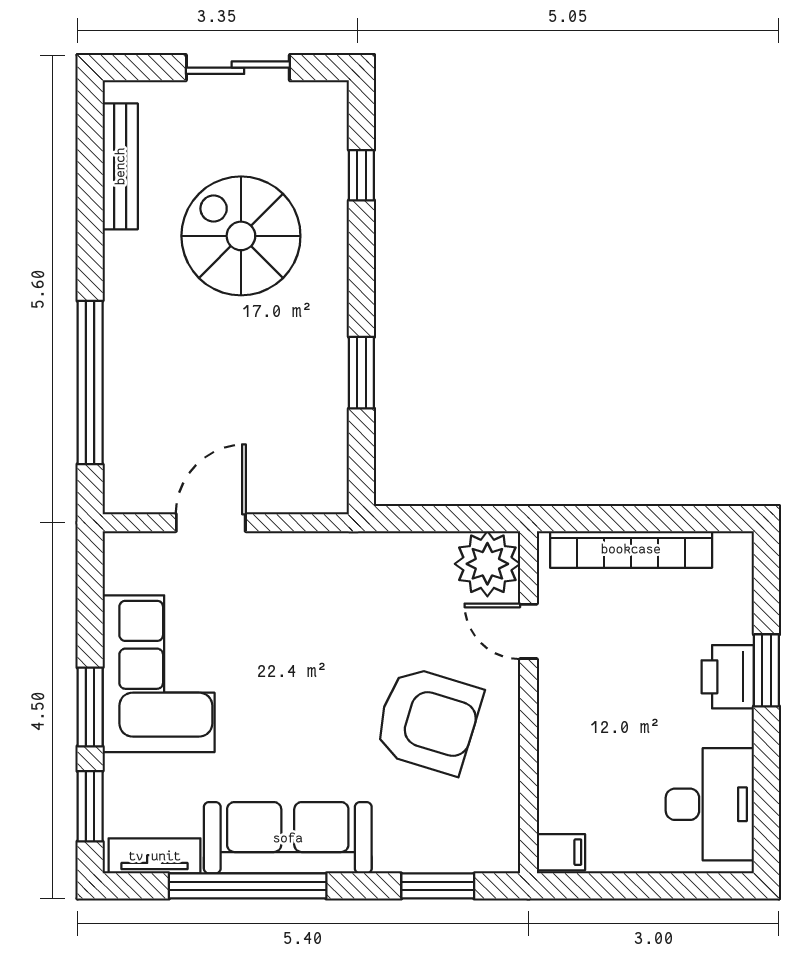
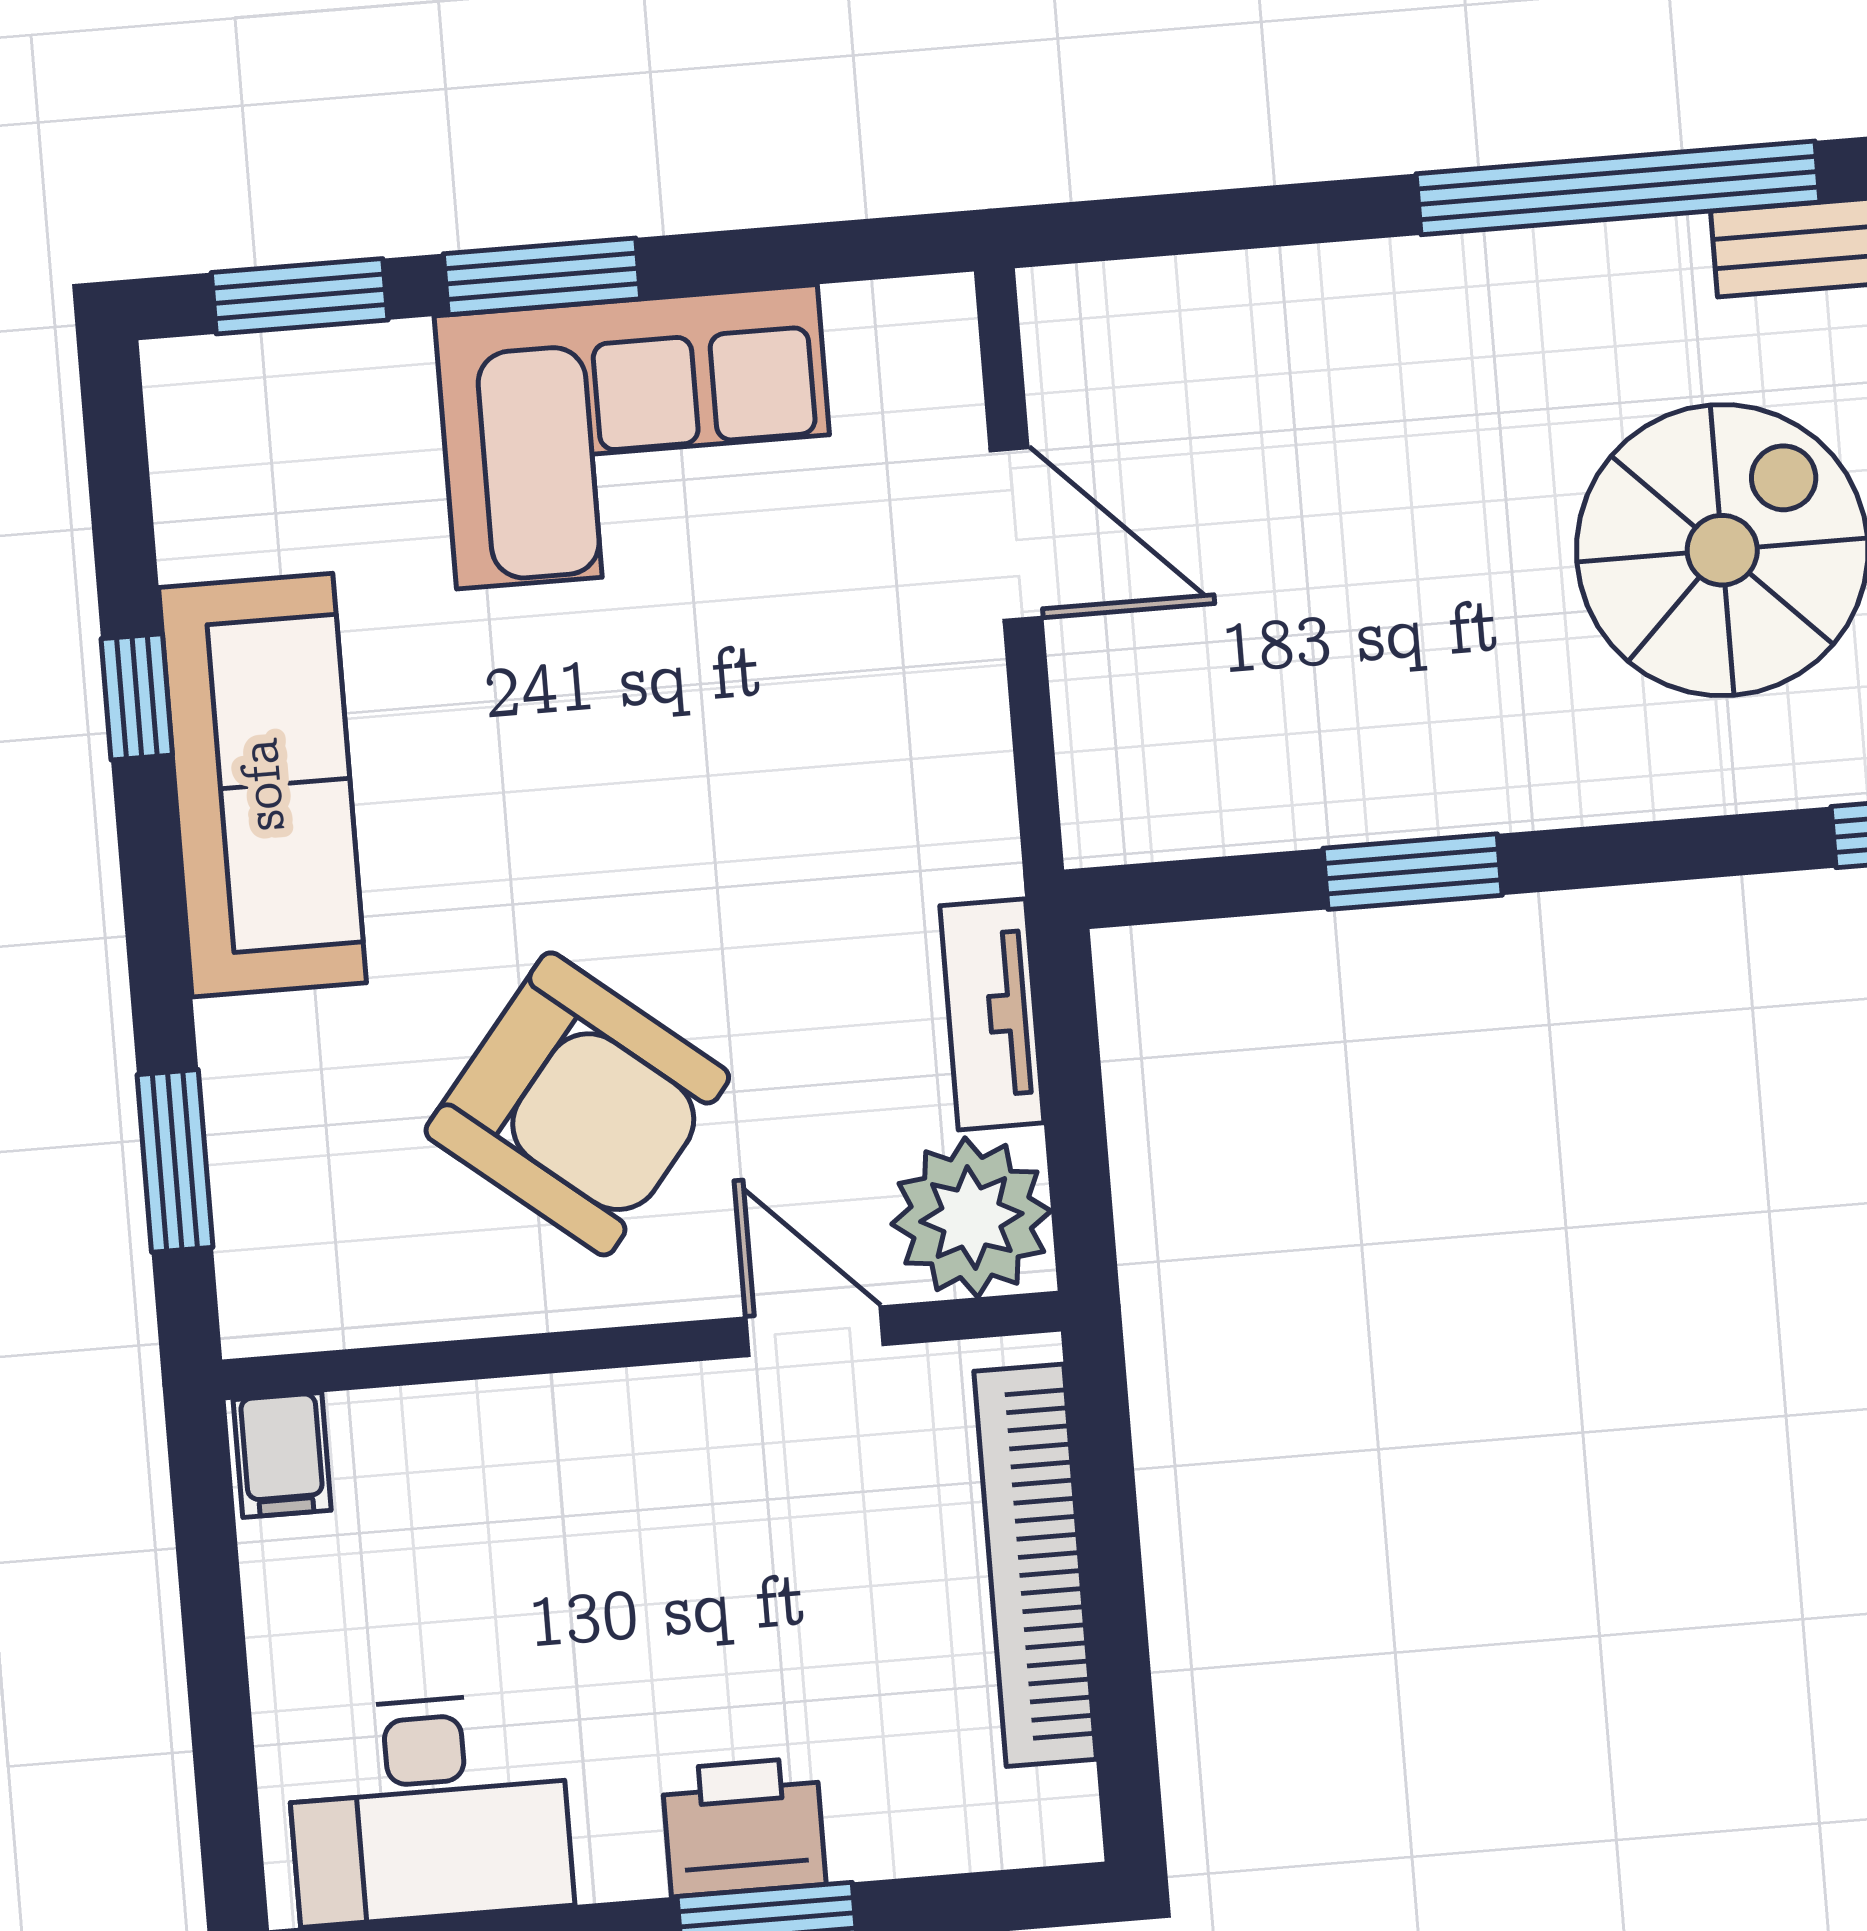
window: (90, 383) -> (1618, 188), moved
door: (528, 631) -> (815, 1331), hinge flipped
armchair: (428, 720) -> (577, 1104), turned -68
tv unit: (155, 856) -> (992, 1014), moved, turned 180
window: (248, 886) -> (137, 697), width x0.32

